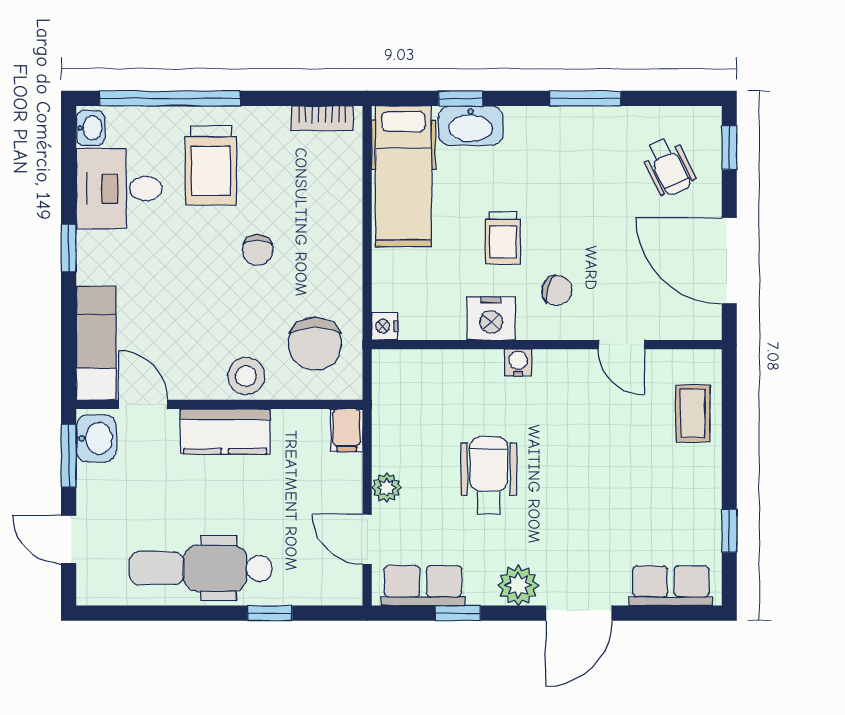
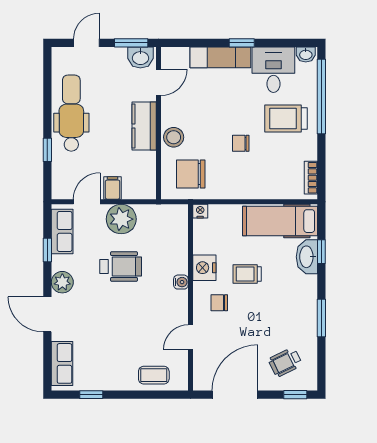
chair: (557, 290) -> (219, 303), turned 73
exam couch: (96, 343) -> (220, 57), moved
filing cabinet: (347, 430) -> (113, 188), moved, turned 90
plant: (387, 488) -> (121, 219), width x1.87, depth x1.87

